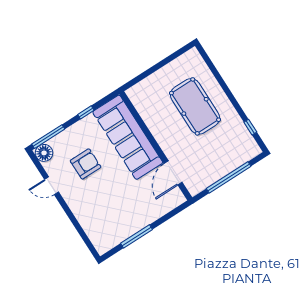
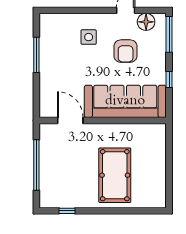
pool table: (195, 106) -> (115, 175), turned 90
floor lamp: (44, 153) -> (146, 22), moved
side table: (94, 202) -> (89, 37), added

